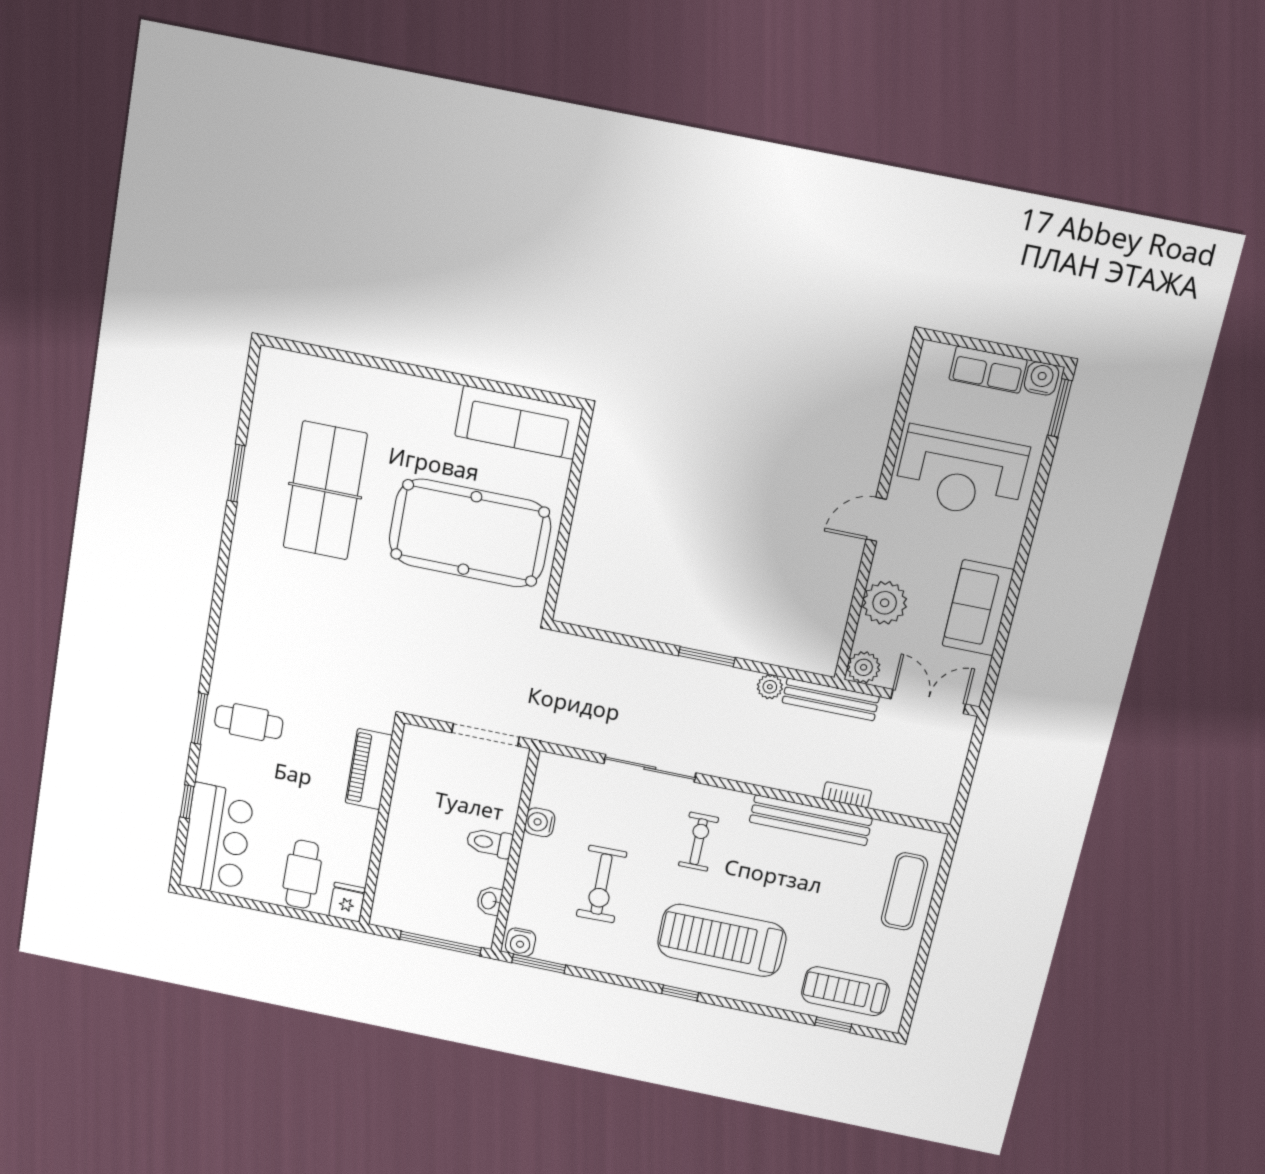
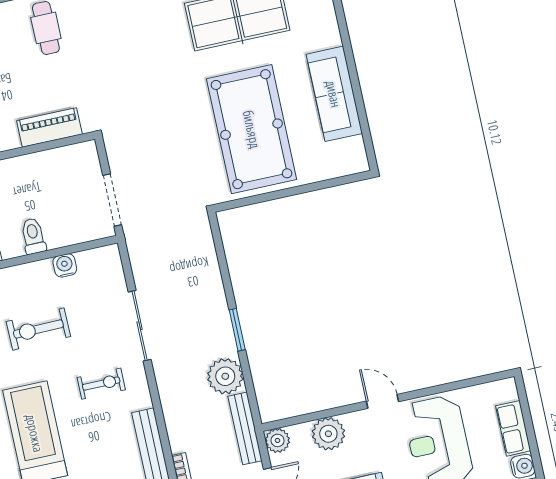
sofa: (519, 422) -> (334, 94), moved
plant: (770, 687) -> (225, 376), width x1.87, depth x1.87

